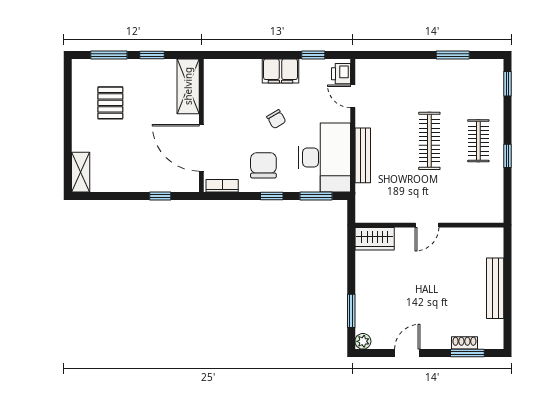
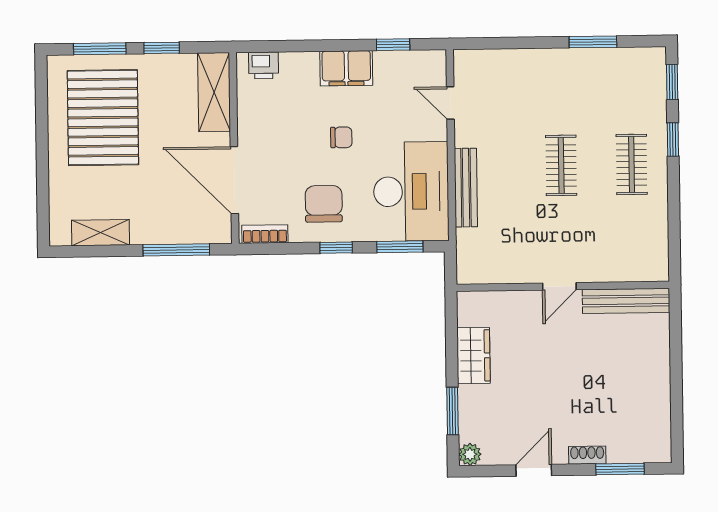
printer: (341, 74) -> (264, 65), moved, turned -90
pallet: (110, 103) -> (103, 118), width x2.05, depth x2.00
chair: (276, 119) -> (341, 137), turned -59
clothes rail: (429, 141) -> (561, 165), width x0.73
window: (507, 156) -> (673, 139), moved
shelving: (81, 172) -> (100, 233), moved, turned 90
window: (160, 196) -> (176, 250), width x2.17
wardrobe: (375, 239) -> (473, 356), moved, turned -90
bench: (495, 288) -> (626, 301), moved, turned 90
shoe rack: (464, 343) -> (587, 455), moved

